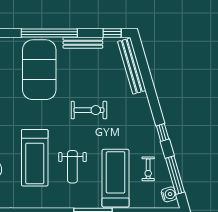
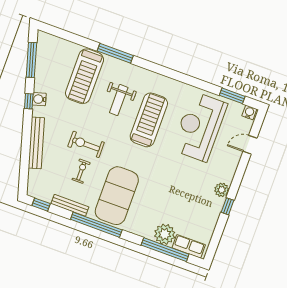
bench: (132, 66) -> (36, 143), moved
weight bench: (72, 167) -> (119, 100), turned 180
exercise bike: (148, 169) -> (81, 171), moved
water cooler: (169, 194) -> (39, 99), moved

